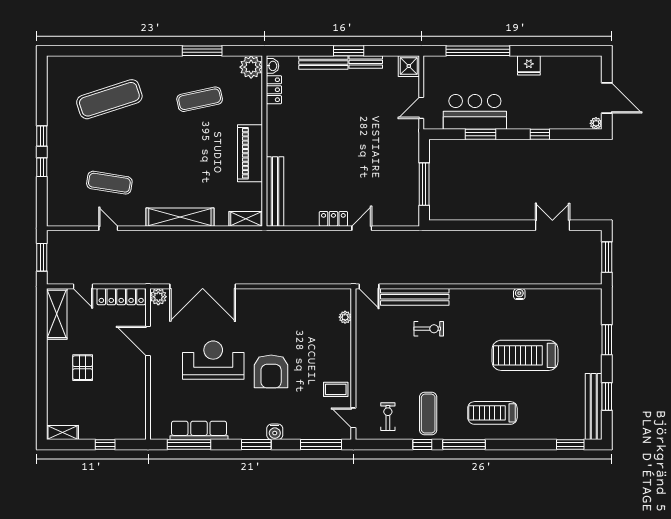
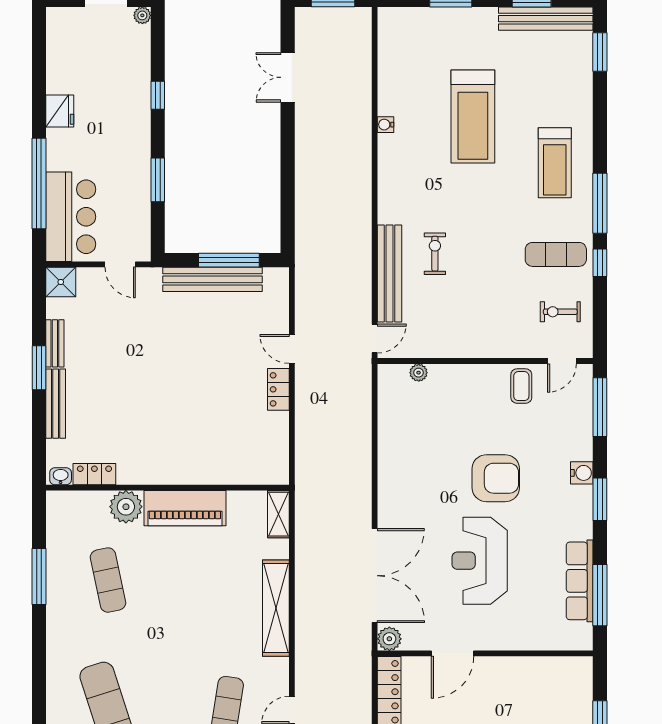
plant: (251, 67) -> (126, 507), moved
bar counter: (475, 112) -> (71, 217), moved, turned 180
bench: (275, 191) -> (213, 279), moved

